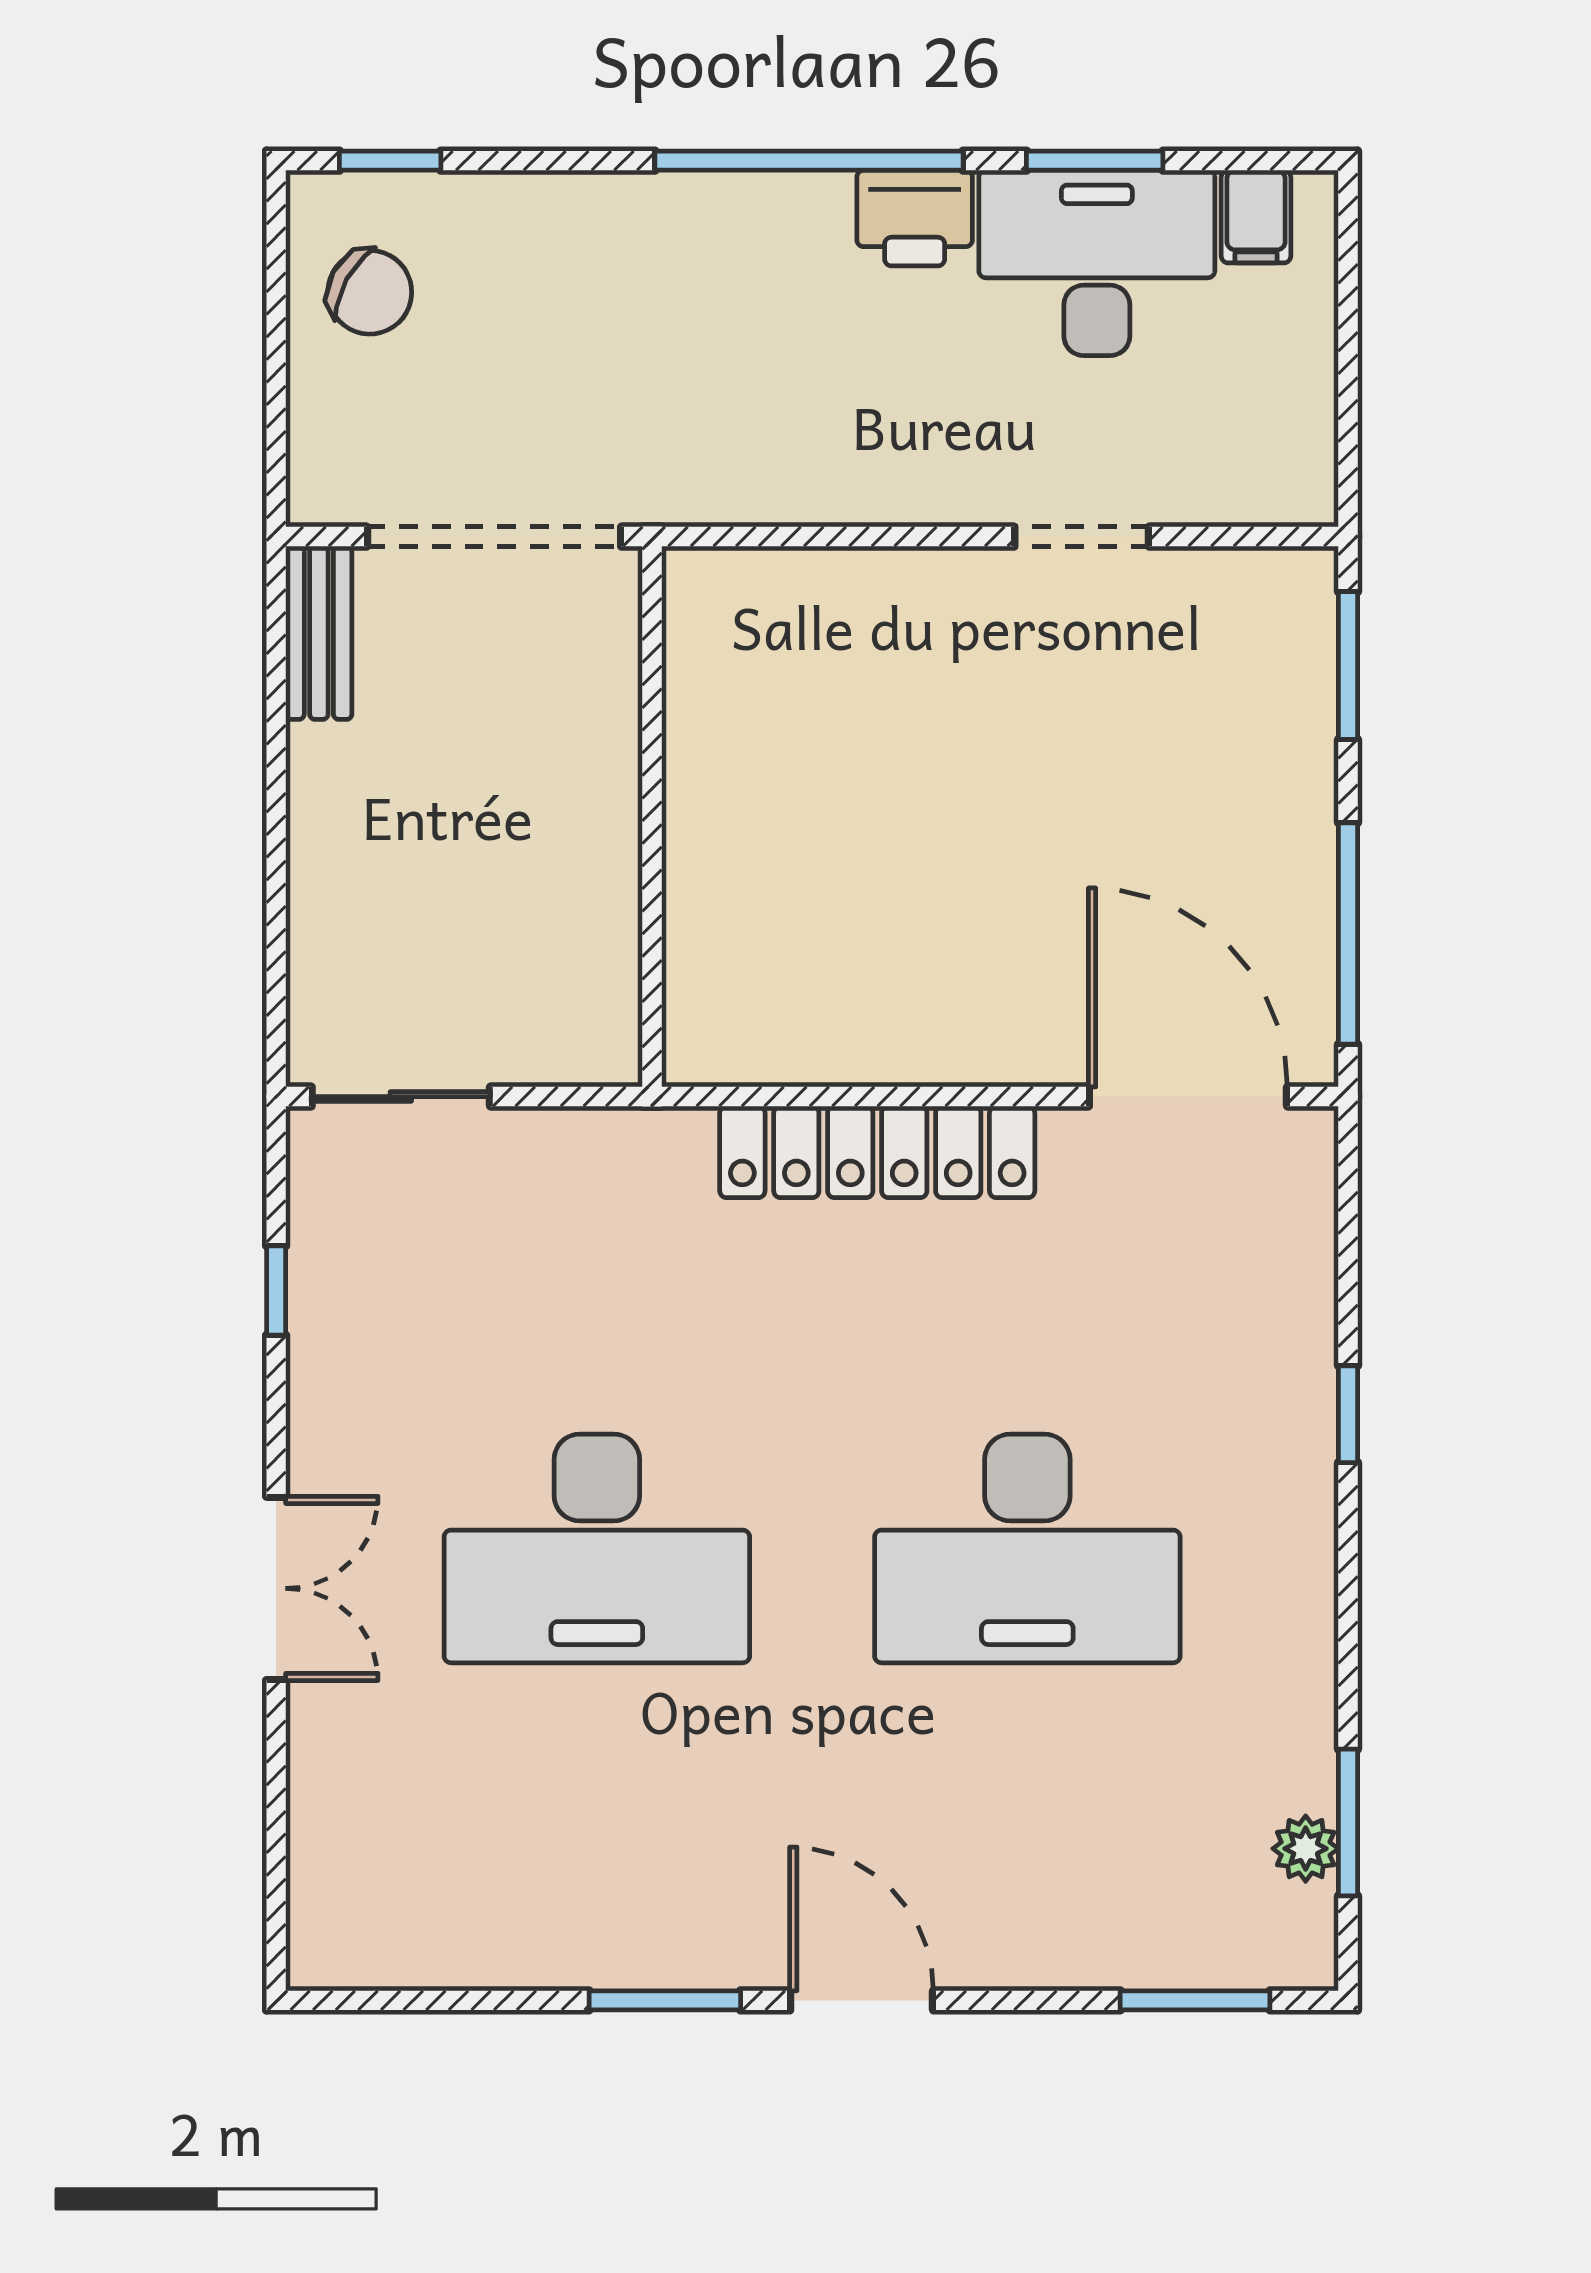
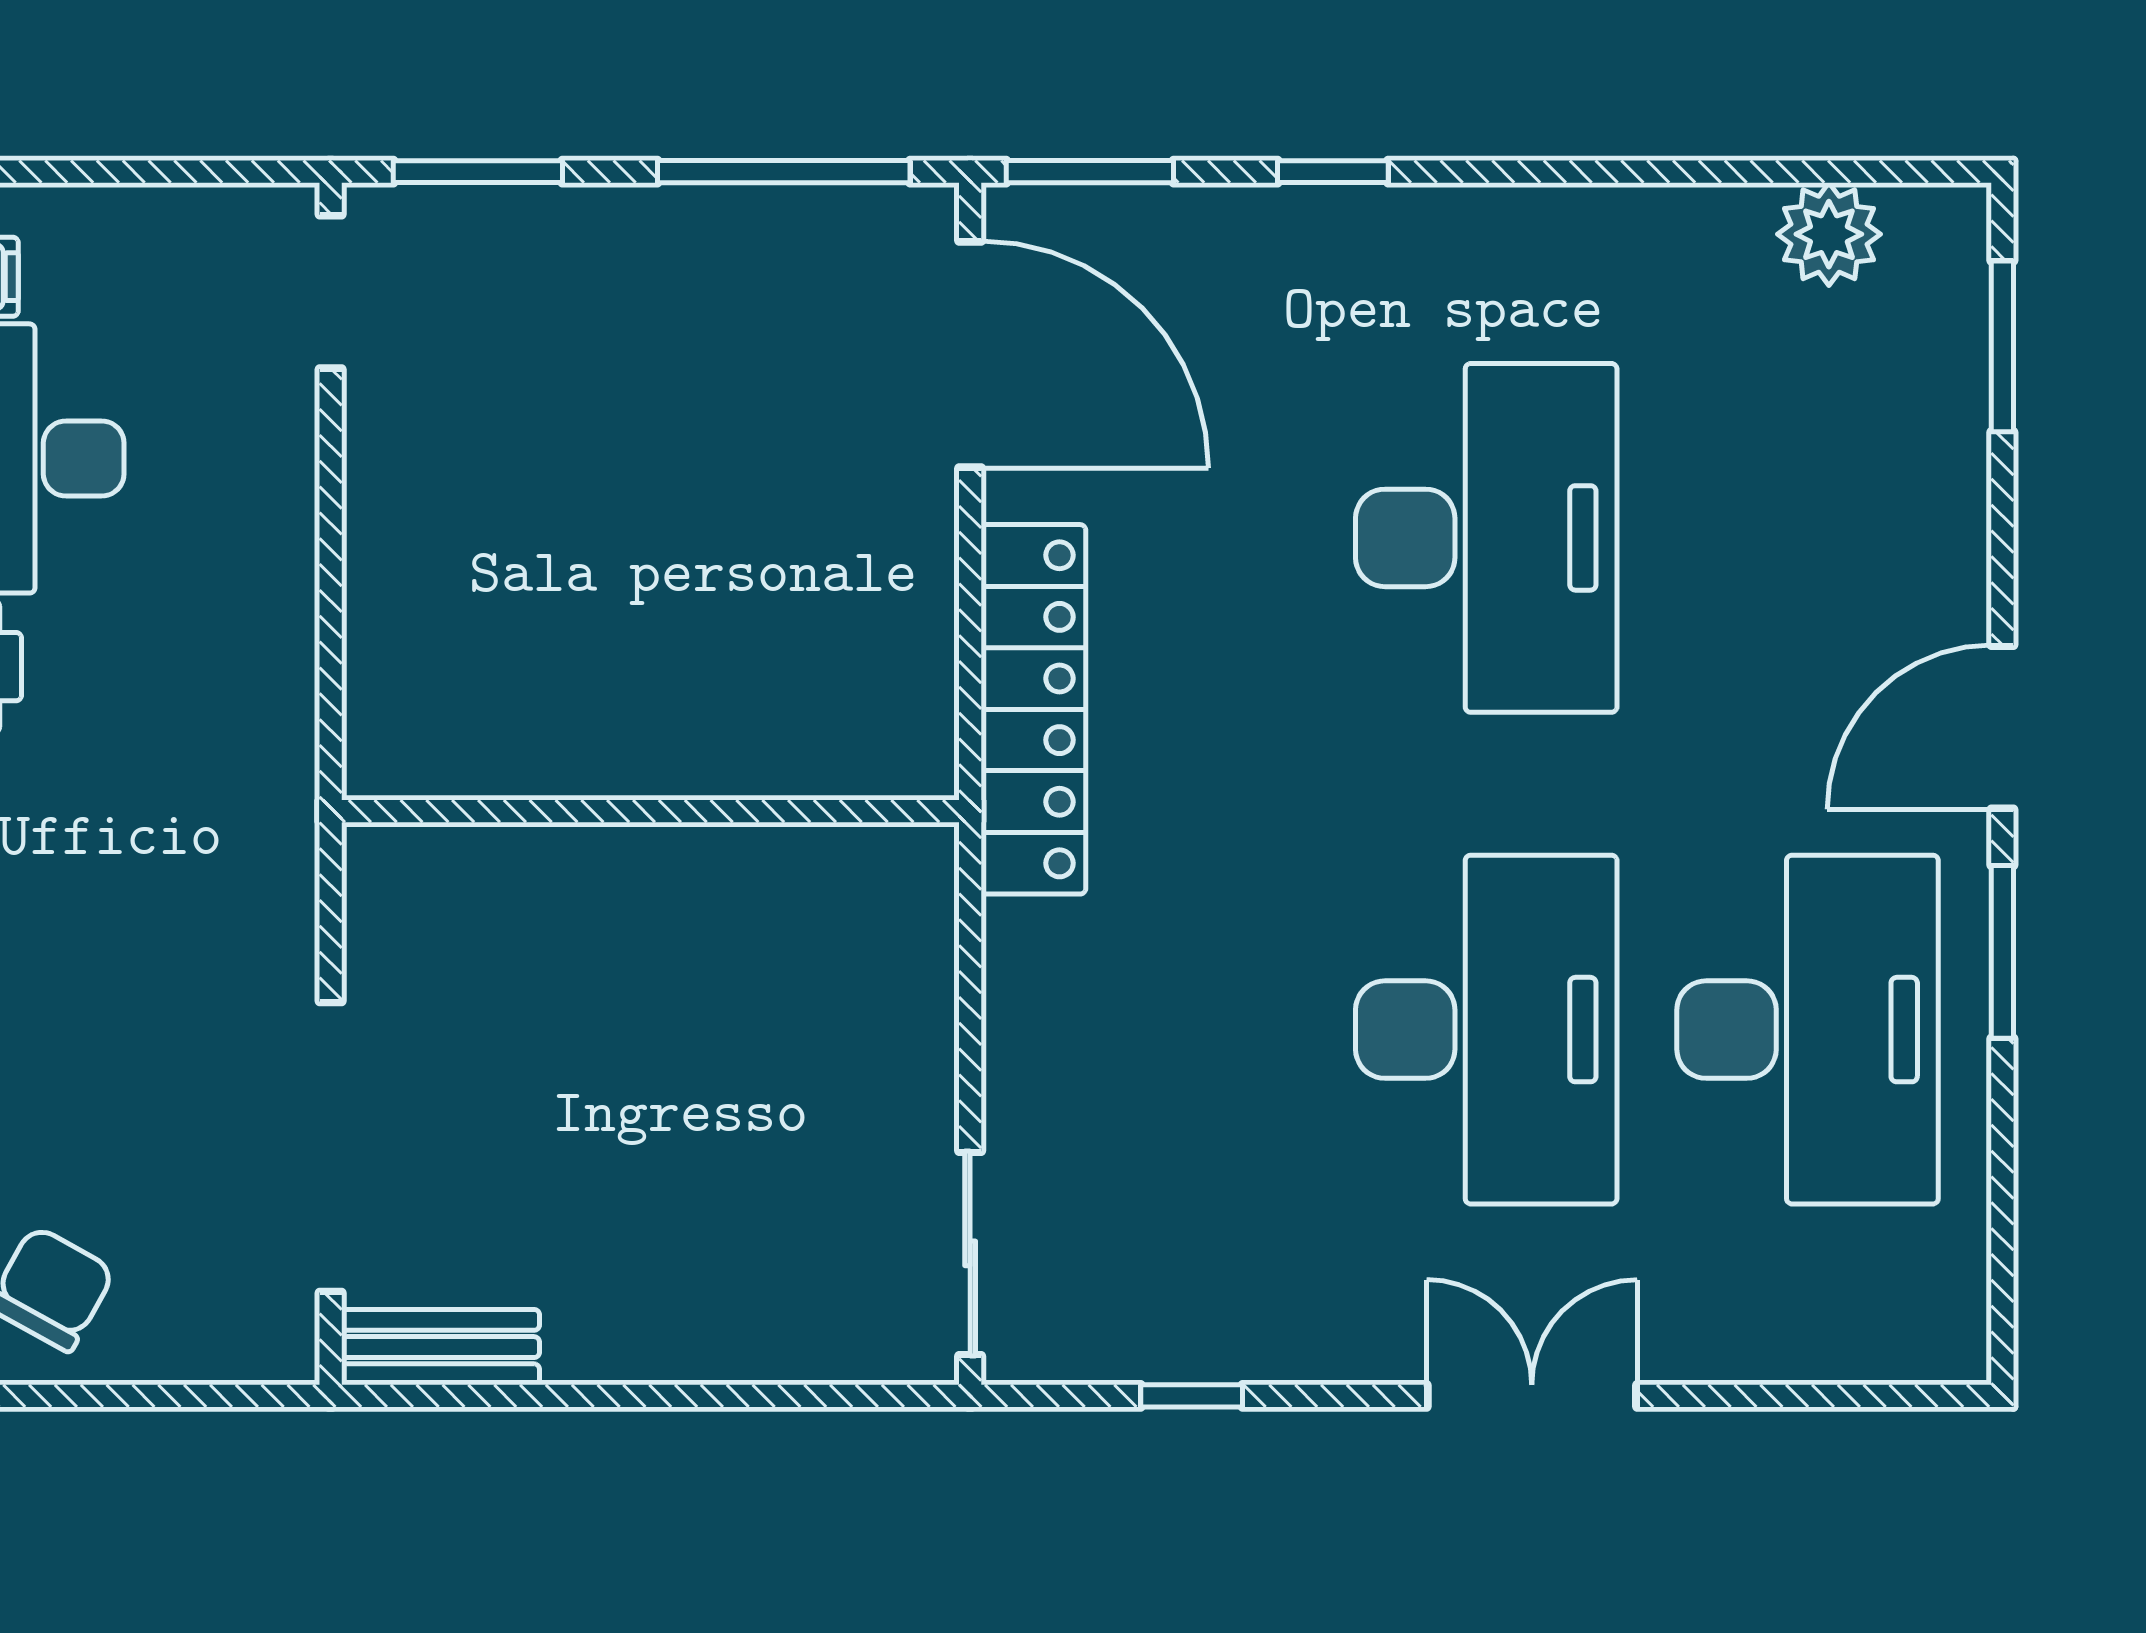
doorway: (1082, 537) -> (331, 292), moved
wall: (652, 817) -> (650, 811), moved
door: (1188, 1097) -> (970, 354), swing flipped
window: (1348, 1823) -> (1090, 172), moved
desk: (597, 1830) -> (1808, 1030), added
plant: (1306, 1849) -> (1829, 234), width x1.38, depth x1.38

